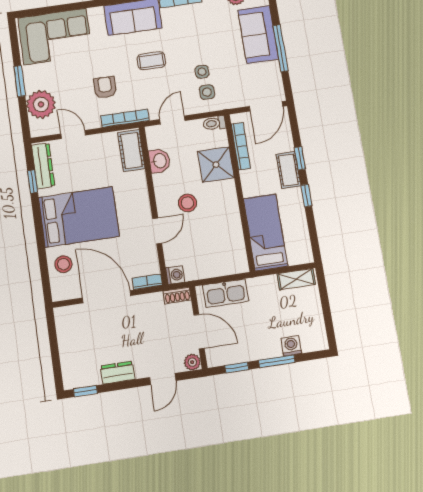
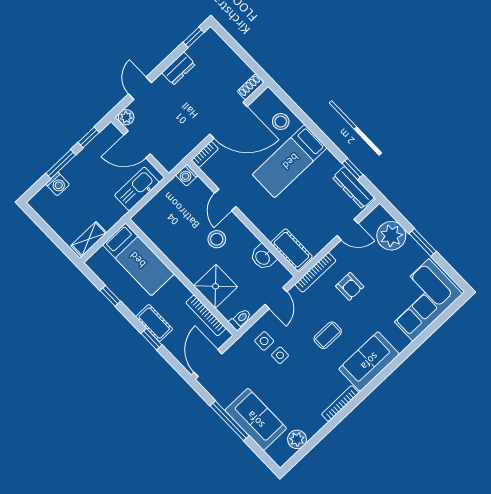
window: (306, 195) -> (110, 296), moved
bed: (79, 217) -> (290, 161), width x0.67
shoe rack: (177, 296) -> (251, 87), moved

